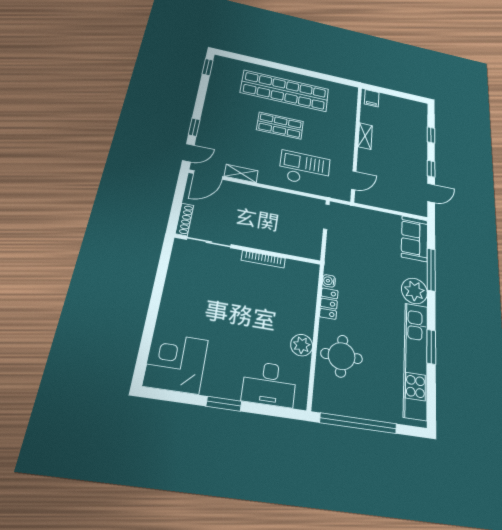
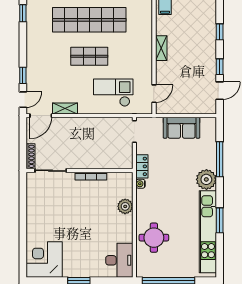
sofa: (415, 239) -> (182, 128), moved, turned -90
locker: (329, 304) -> (142, 166), moved
plant: (302, 345) -> (125, 206), moved
desk: (269, 384) -> (119, 260), moved, turned -90

